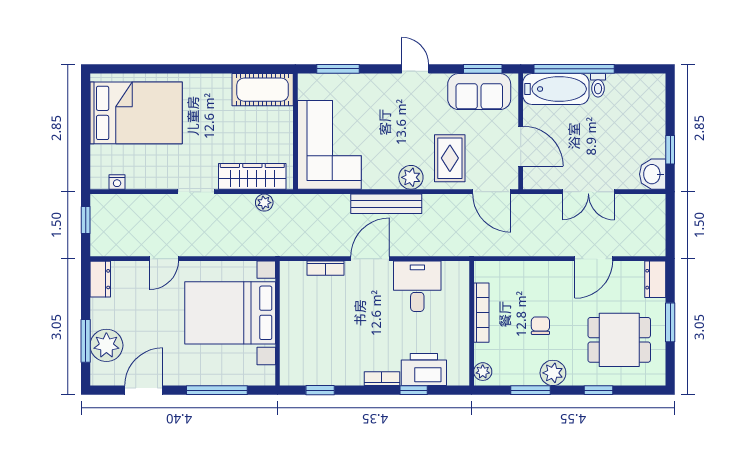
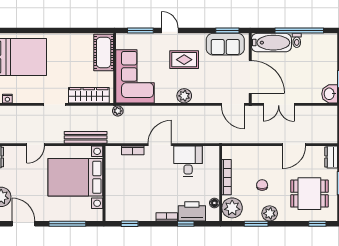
door: (415, 69) -> (170, 31), moved
window: (574, 69) -> (299, 31), moved
cot: (263, 90) -> (104, 52), moved, turned 90
door: (521, 146) -> (250, 77), width x1.36
rug: (450, 158) -> (184, 60), moved, turned 90
double door: (588, 192) -> (279, 104), moved
plant: (264, 203) -> (118, 111), moved
bench: (386, 204) -> (86, 137), moved
floor lamp: (461, 356) -> (214, 203), added
plant: (483, 372) -> (232, 208), width x1.88, depth x1.88
door: (144, 390) -> (24, 224), hinge flipped
window: (598, 390) -> (317, 224), moved

